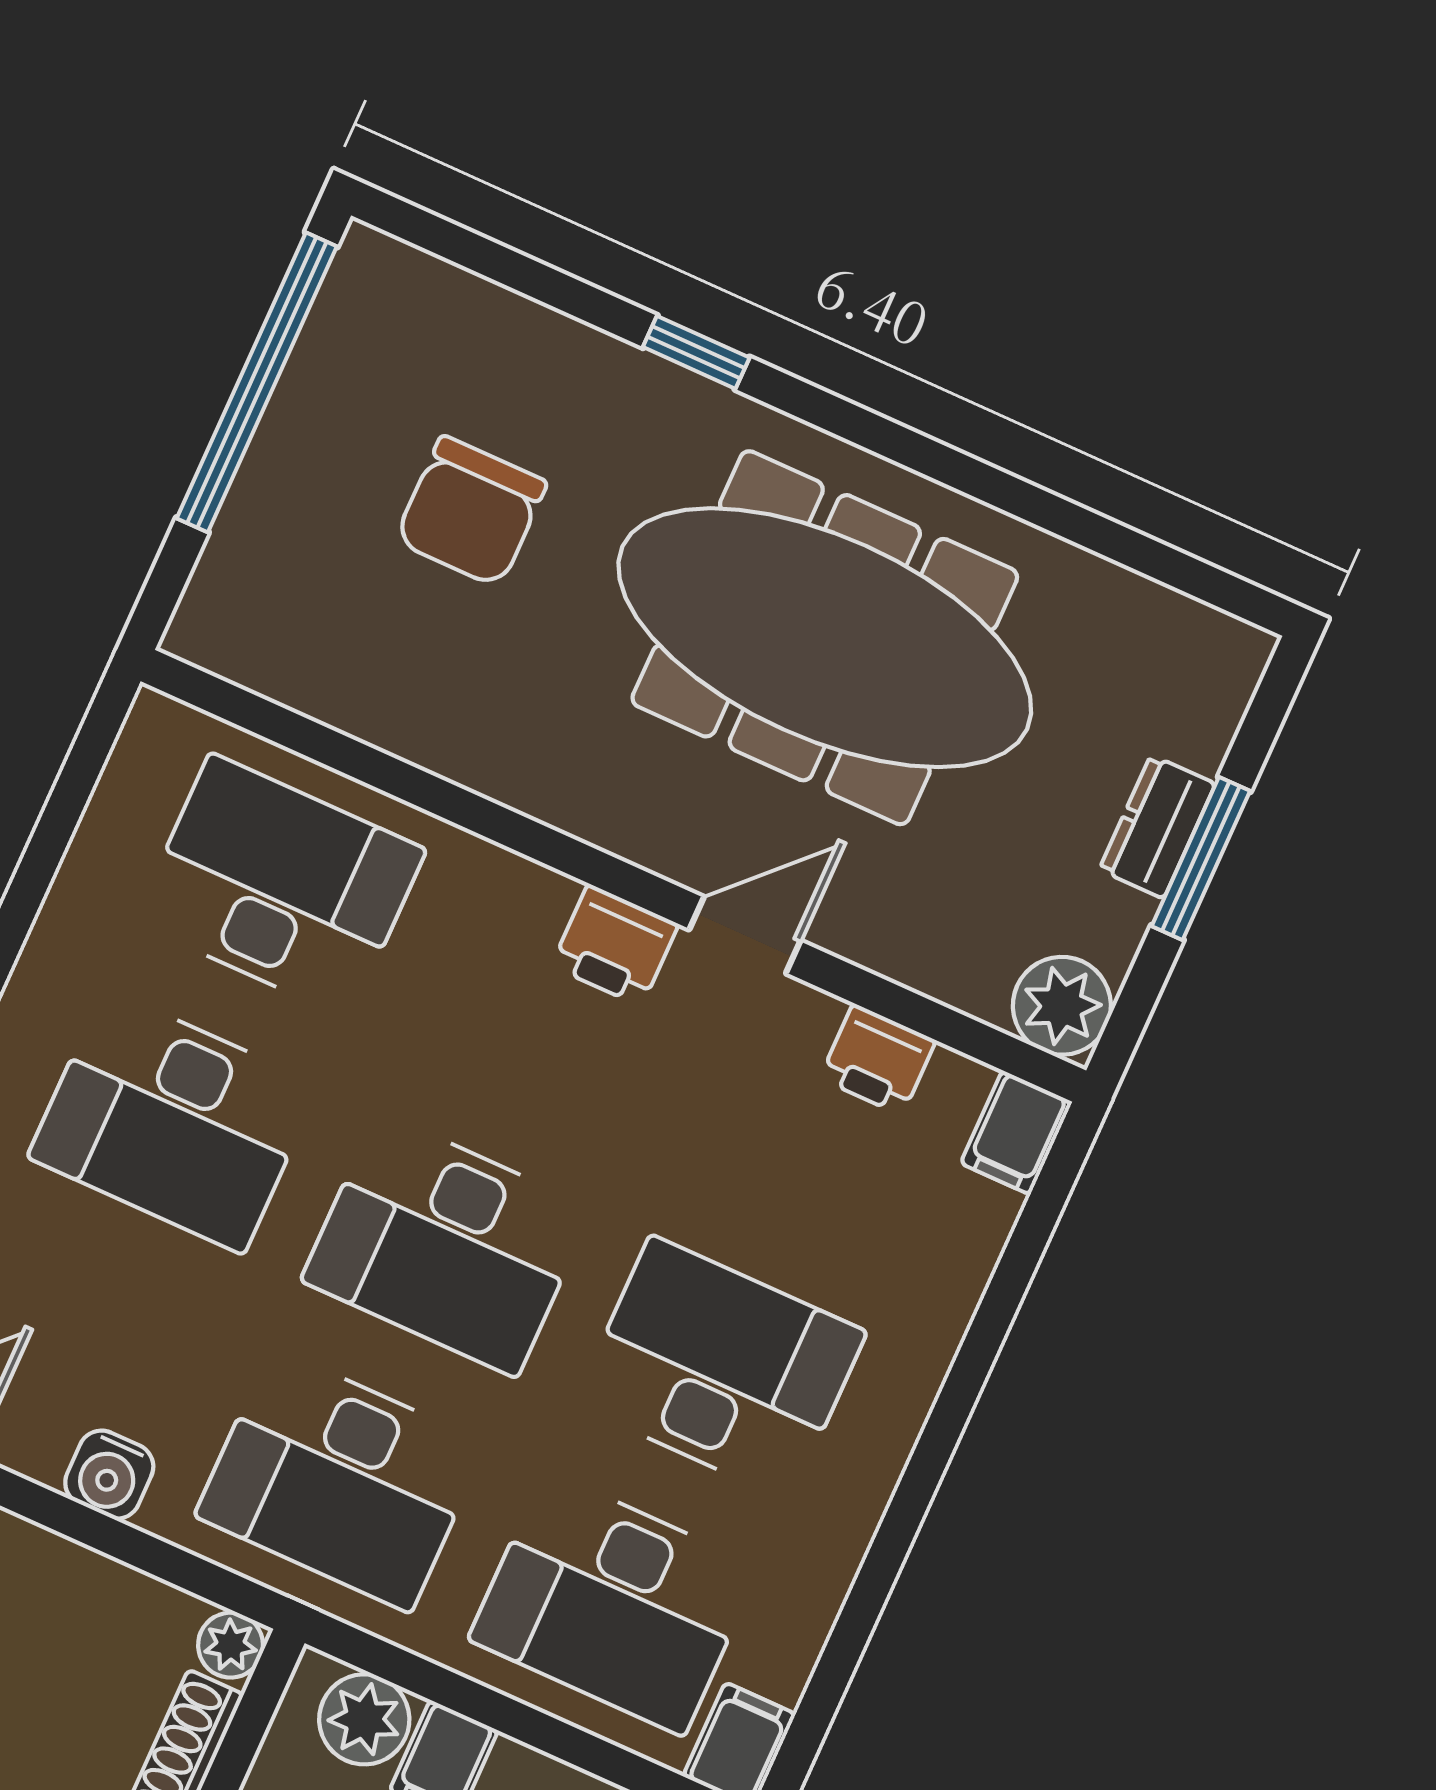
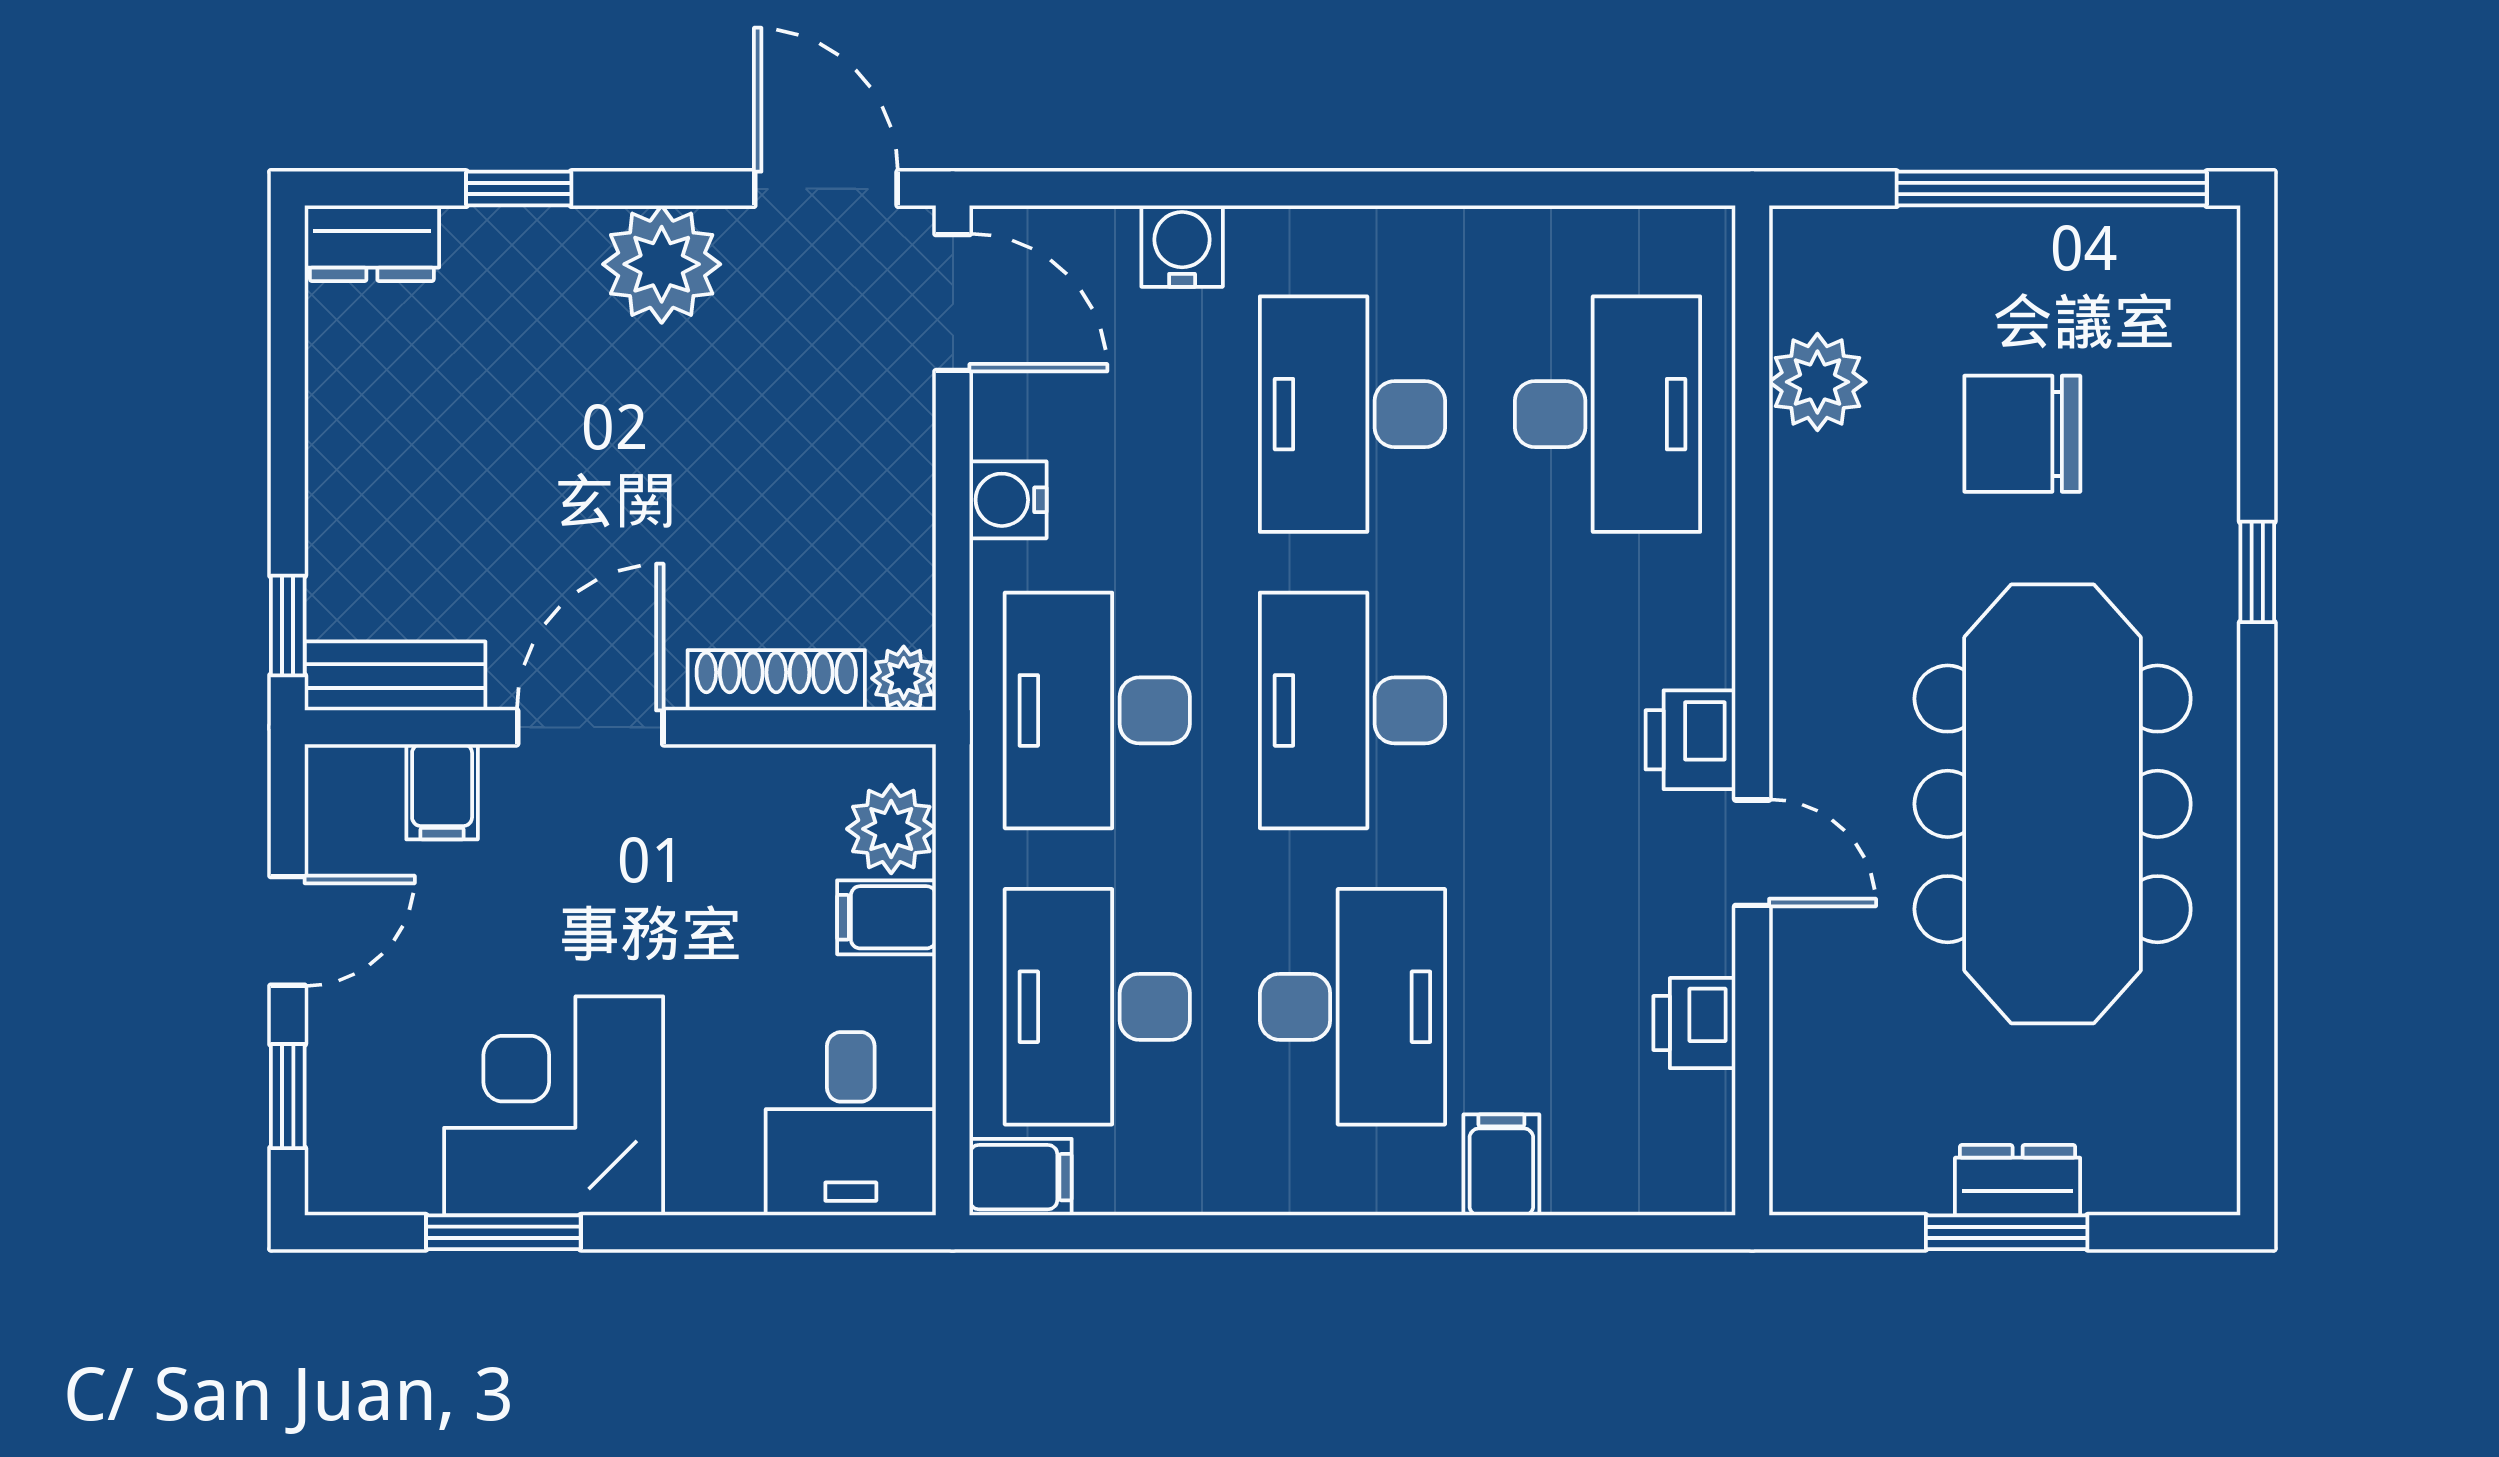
plant: (1062, 1006) -> (1817, 382), moved
filing cabinet: (1016, 1133) -> (1501, 1165), moved, turned 90

